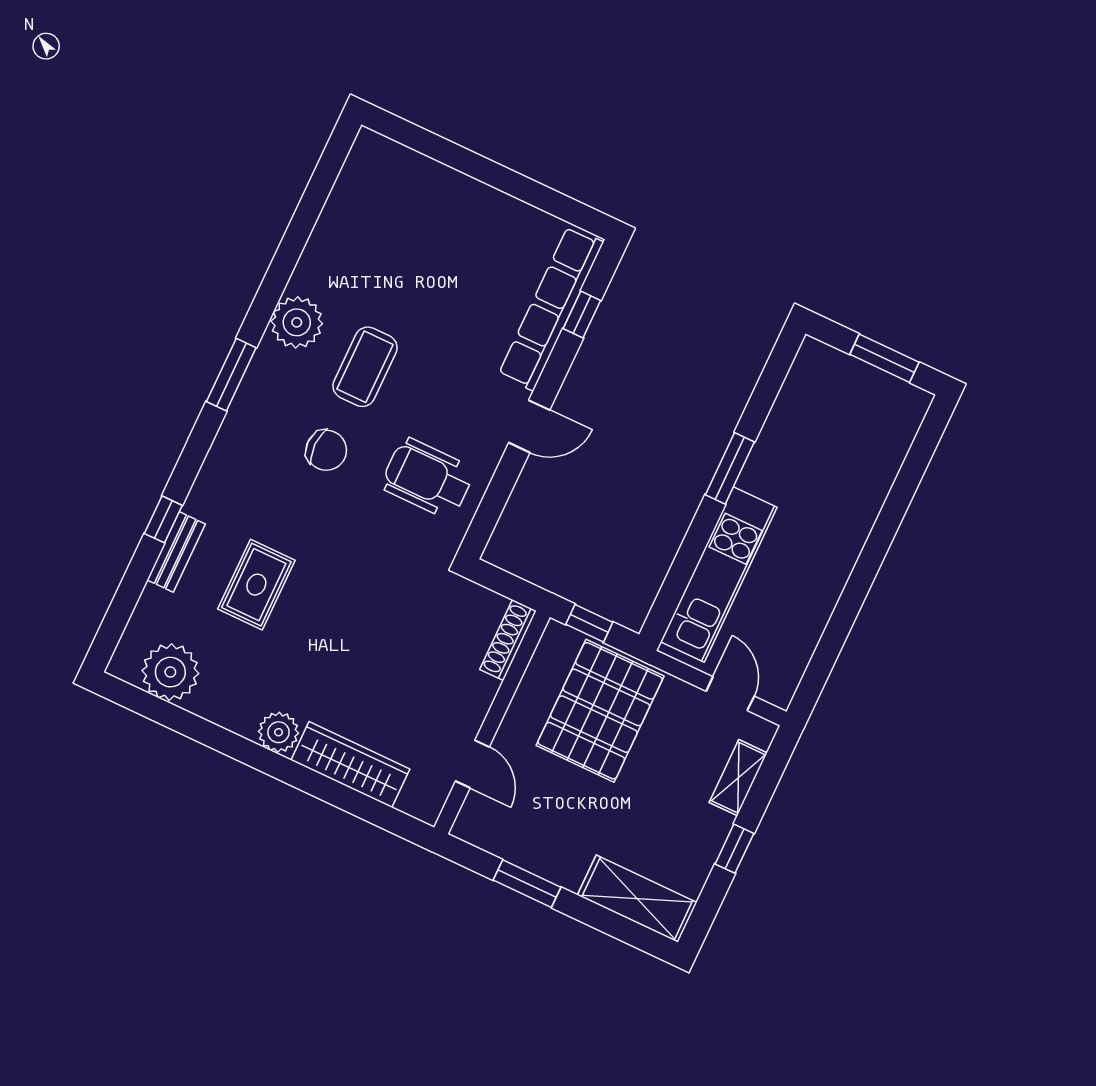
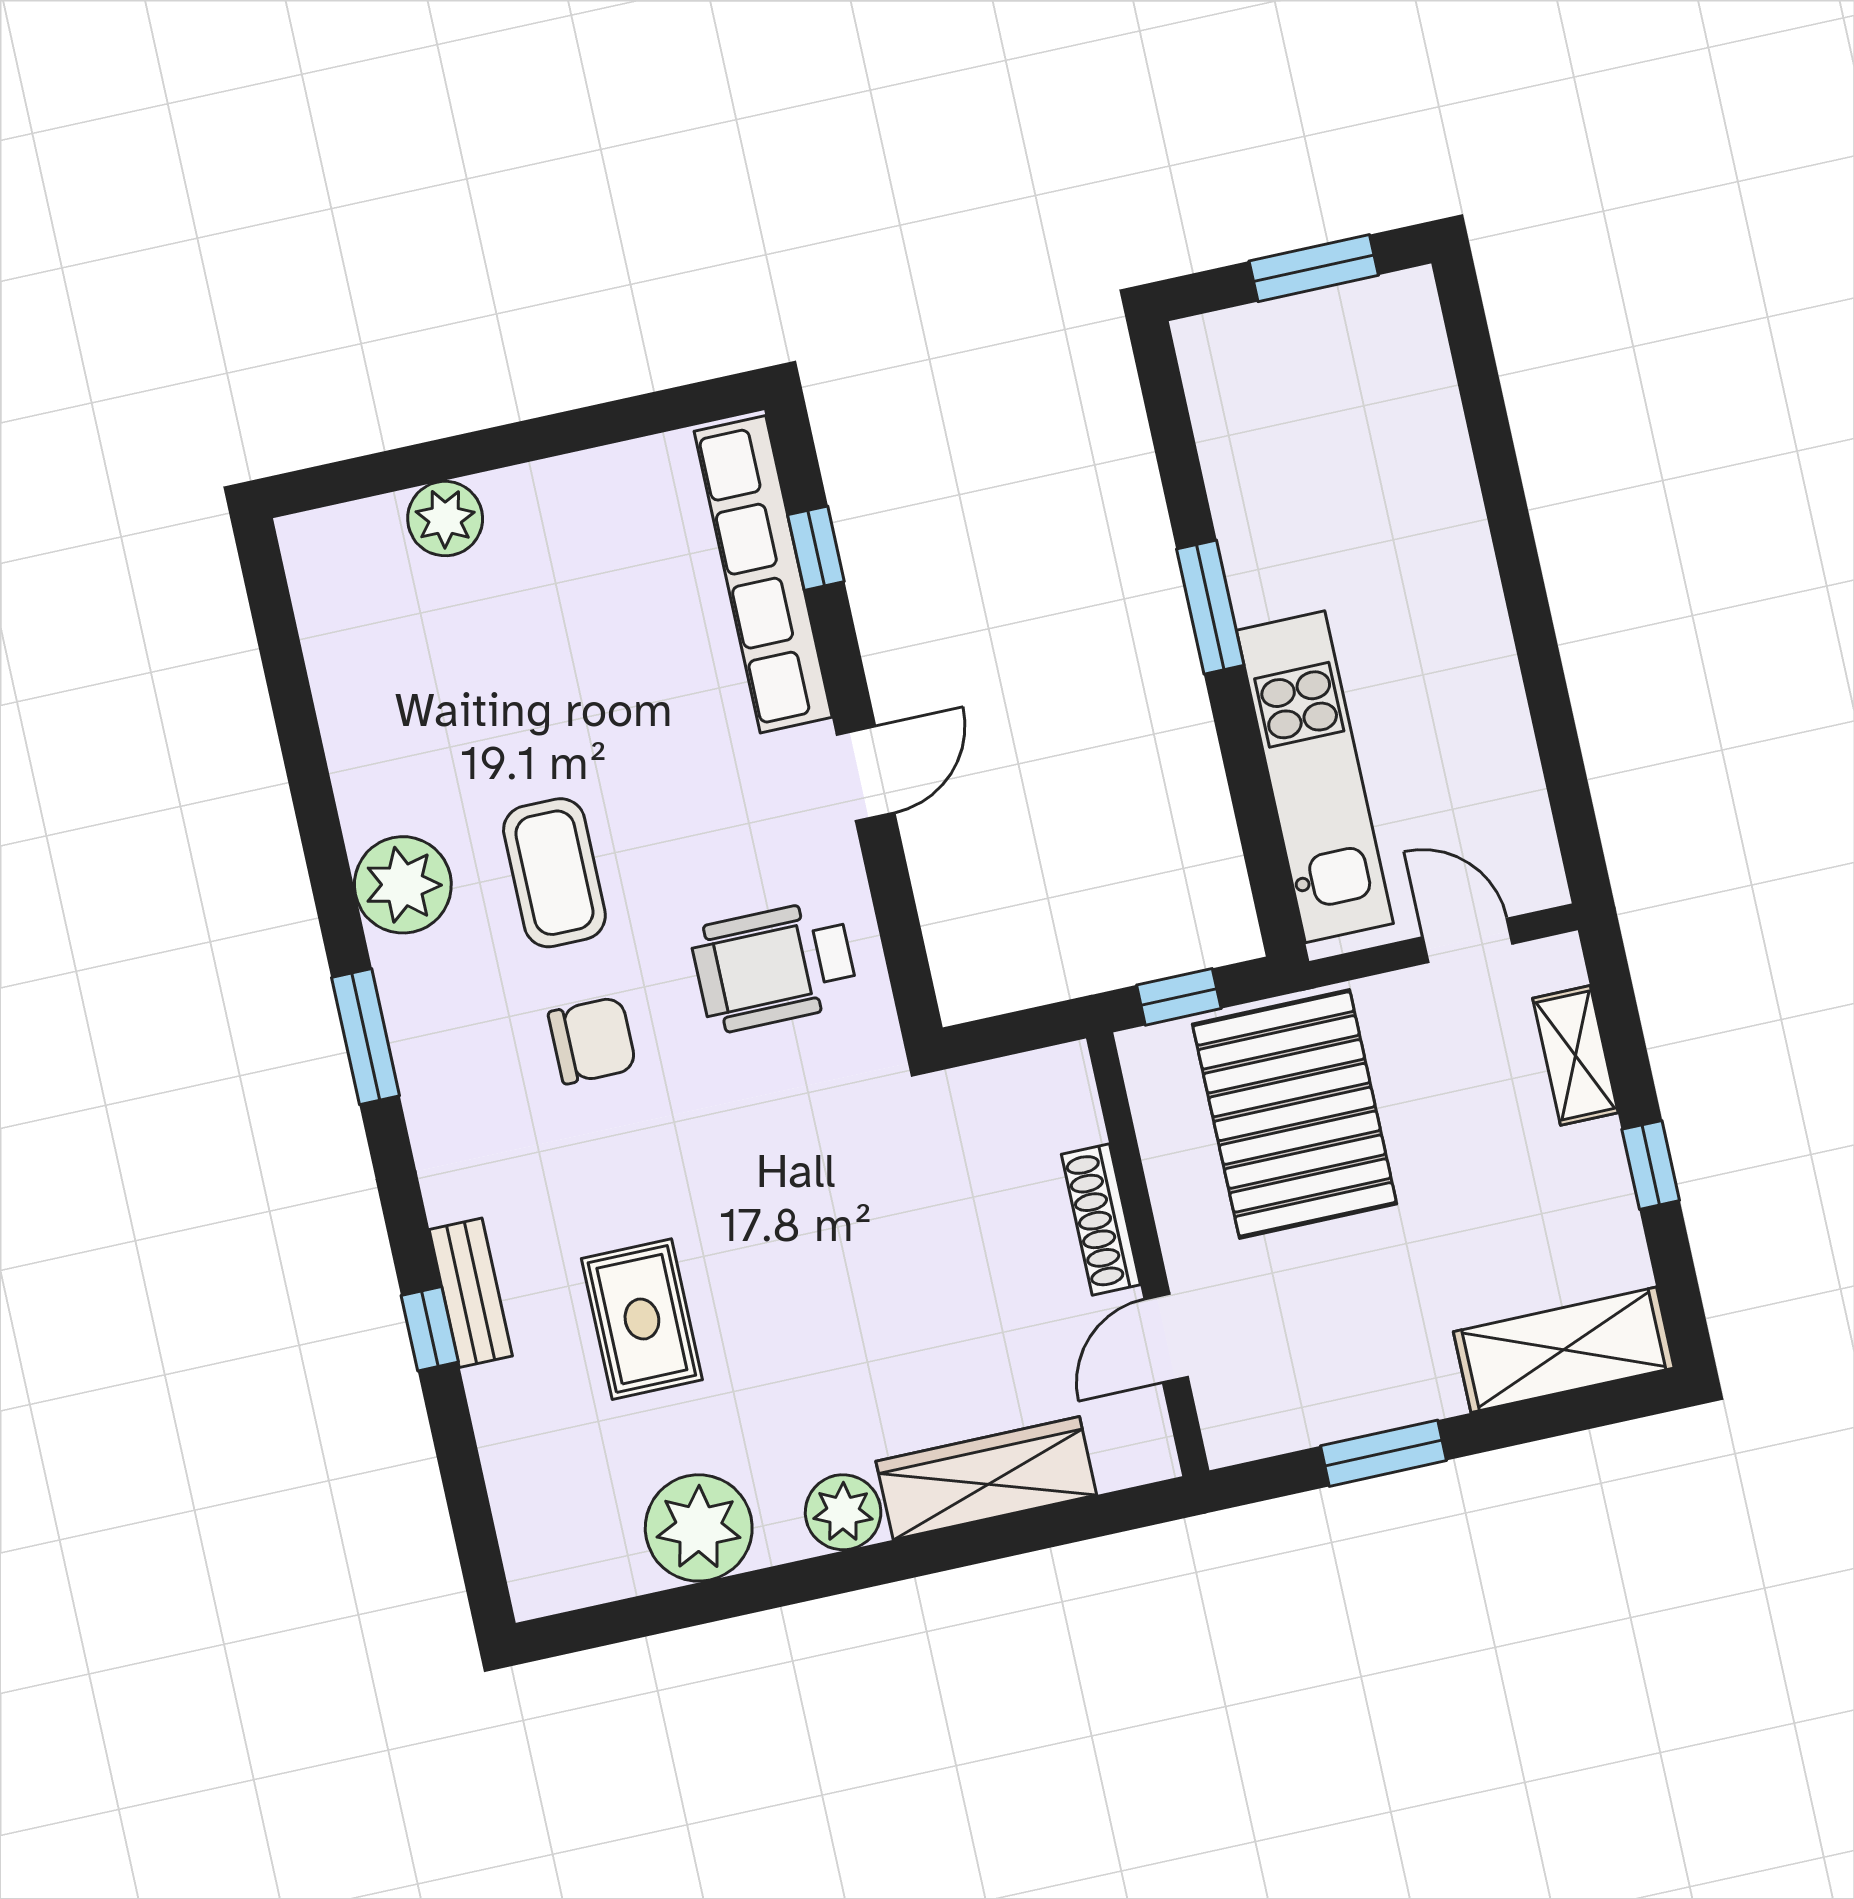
plant: (434, 181) -> (445, 519), added
bench: (176, 552) -> (471, 1293), moved
shoe rack: (508, 640) -> (1101, 1219), moved
plant: (170, 672) -> (699, 1528), moved
door: (472, 764) -> (1166, 1338), swing flipped

